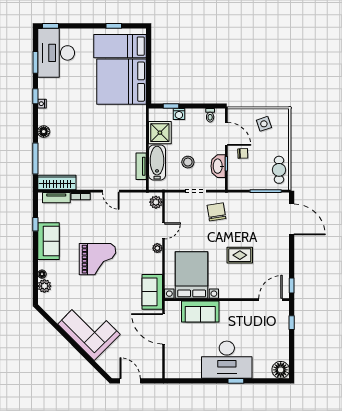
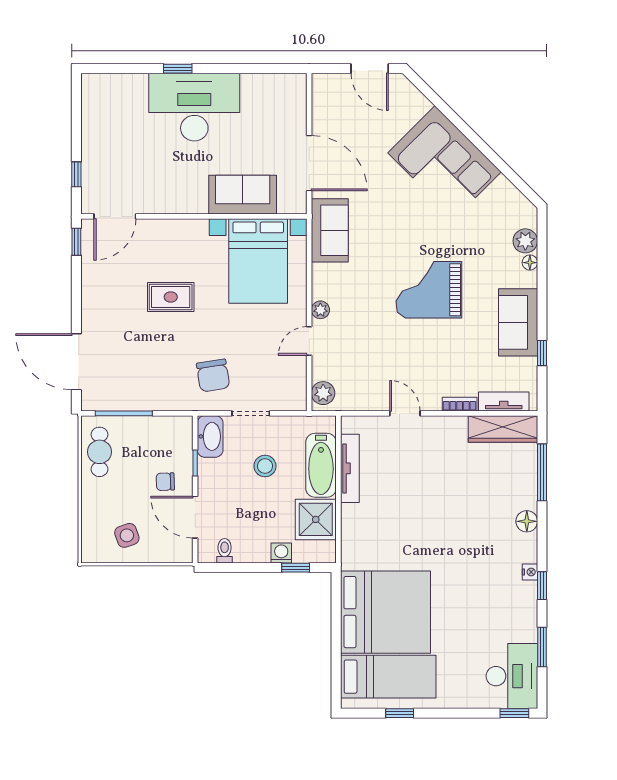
desk: (56, 53) -> (512, 676), width x0.73, depth x0.77
tv unit: (141, 166) -> (350, 468), width x1.41
washbasin: (218, 166) -> (210, 436), moved
floor lamp: (281, 370) -> (96, 89), removed

